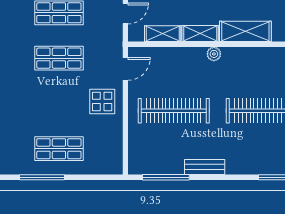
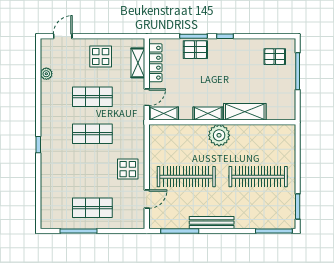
shelving: (163, 34) -> (164, 114), moved
plant: (214, 54) -> (219, 135), width x1.88, depth x1.88
door: (125, 69) -> (147, 199), moved
bench: (205, 167) -> (212, 223), width x1.36

